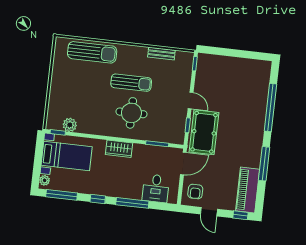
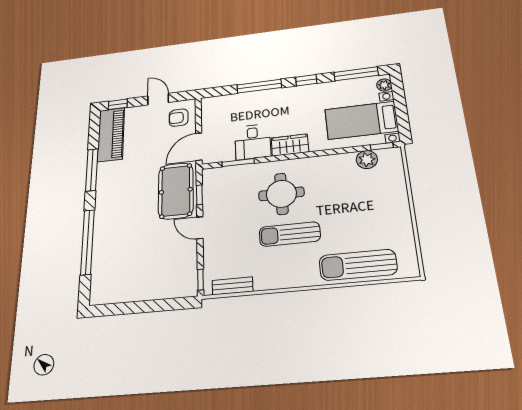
bench: (161, 54) -> (233, 286), moved
desk: (156, 188) -> (253, 142), moved, turned 180
armchair: (195, 192) -> (179, 118), turned -90

